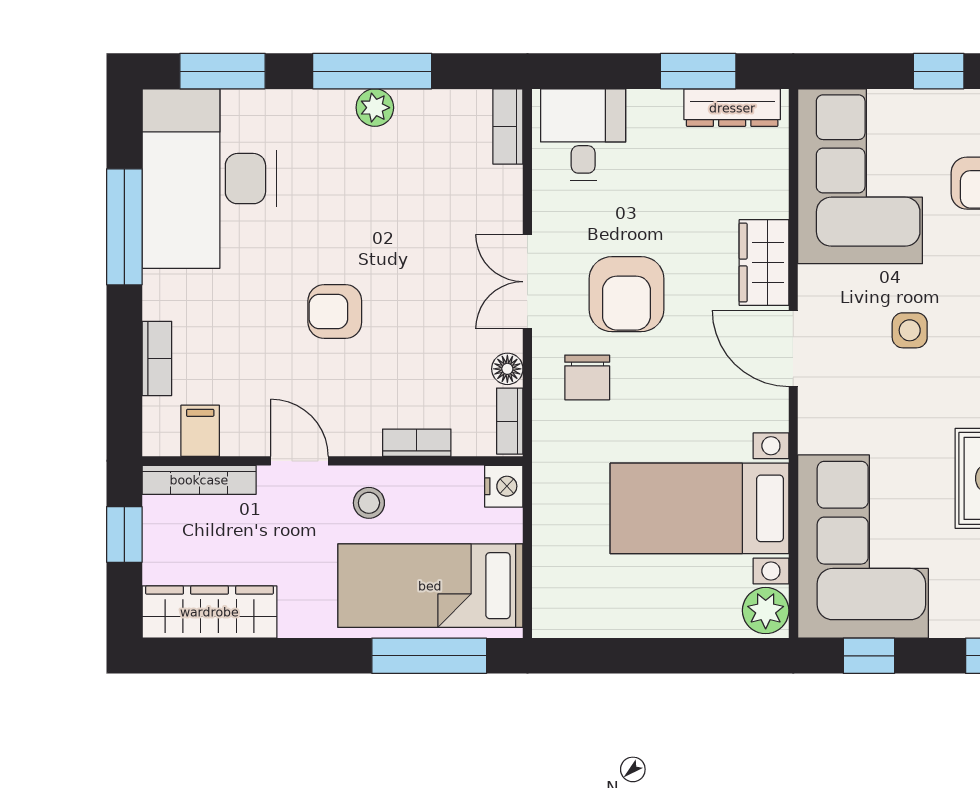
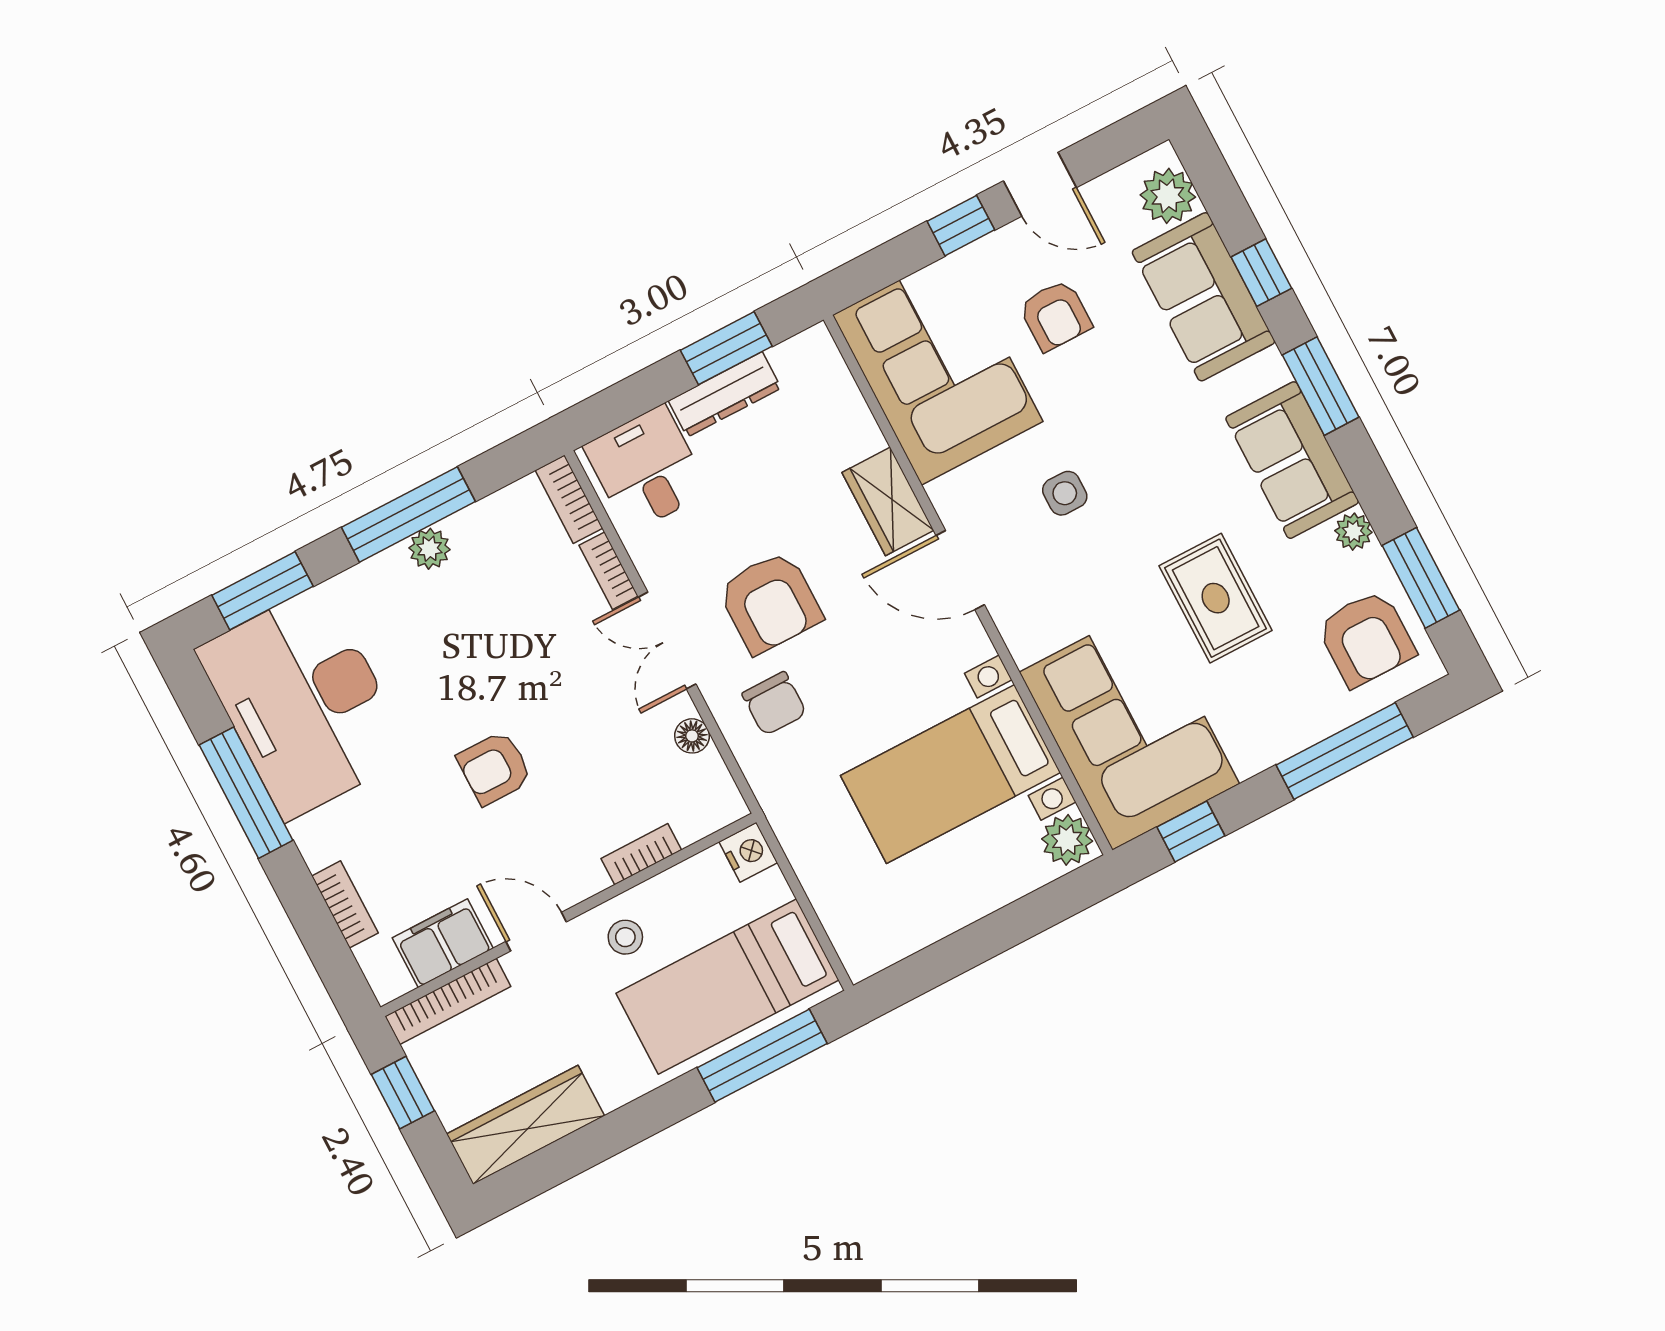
dresser: (732, 108) -> (725, 394), moved
bookcase: (510, 421) -> (609, 571), moved
filing cabinet: (200, 431) -> (443, 943), width x2.00

